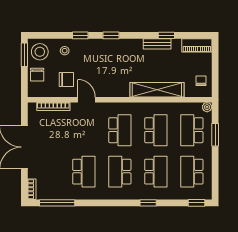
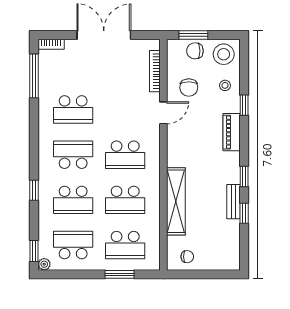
window: (111, 35) -> (244, 177), moved
piano: (197, 45) -> (232, 132), moved
window: (24, 55) -> (193, 35), moved
plant: (207, 107) -> (44, 264), moved
school desk: (192, 130) -> (125, 245), turned 180

